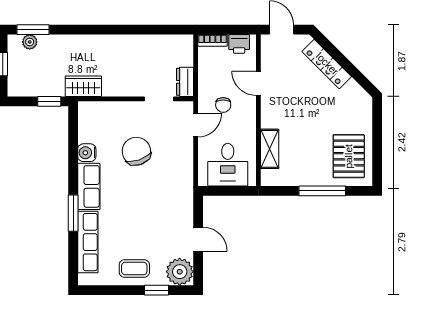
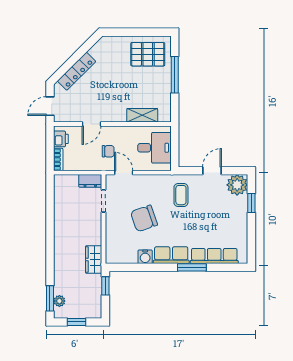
coffee table: (134, 268) -> (181, 195), moved

